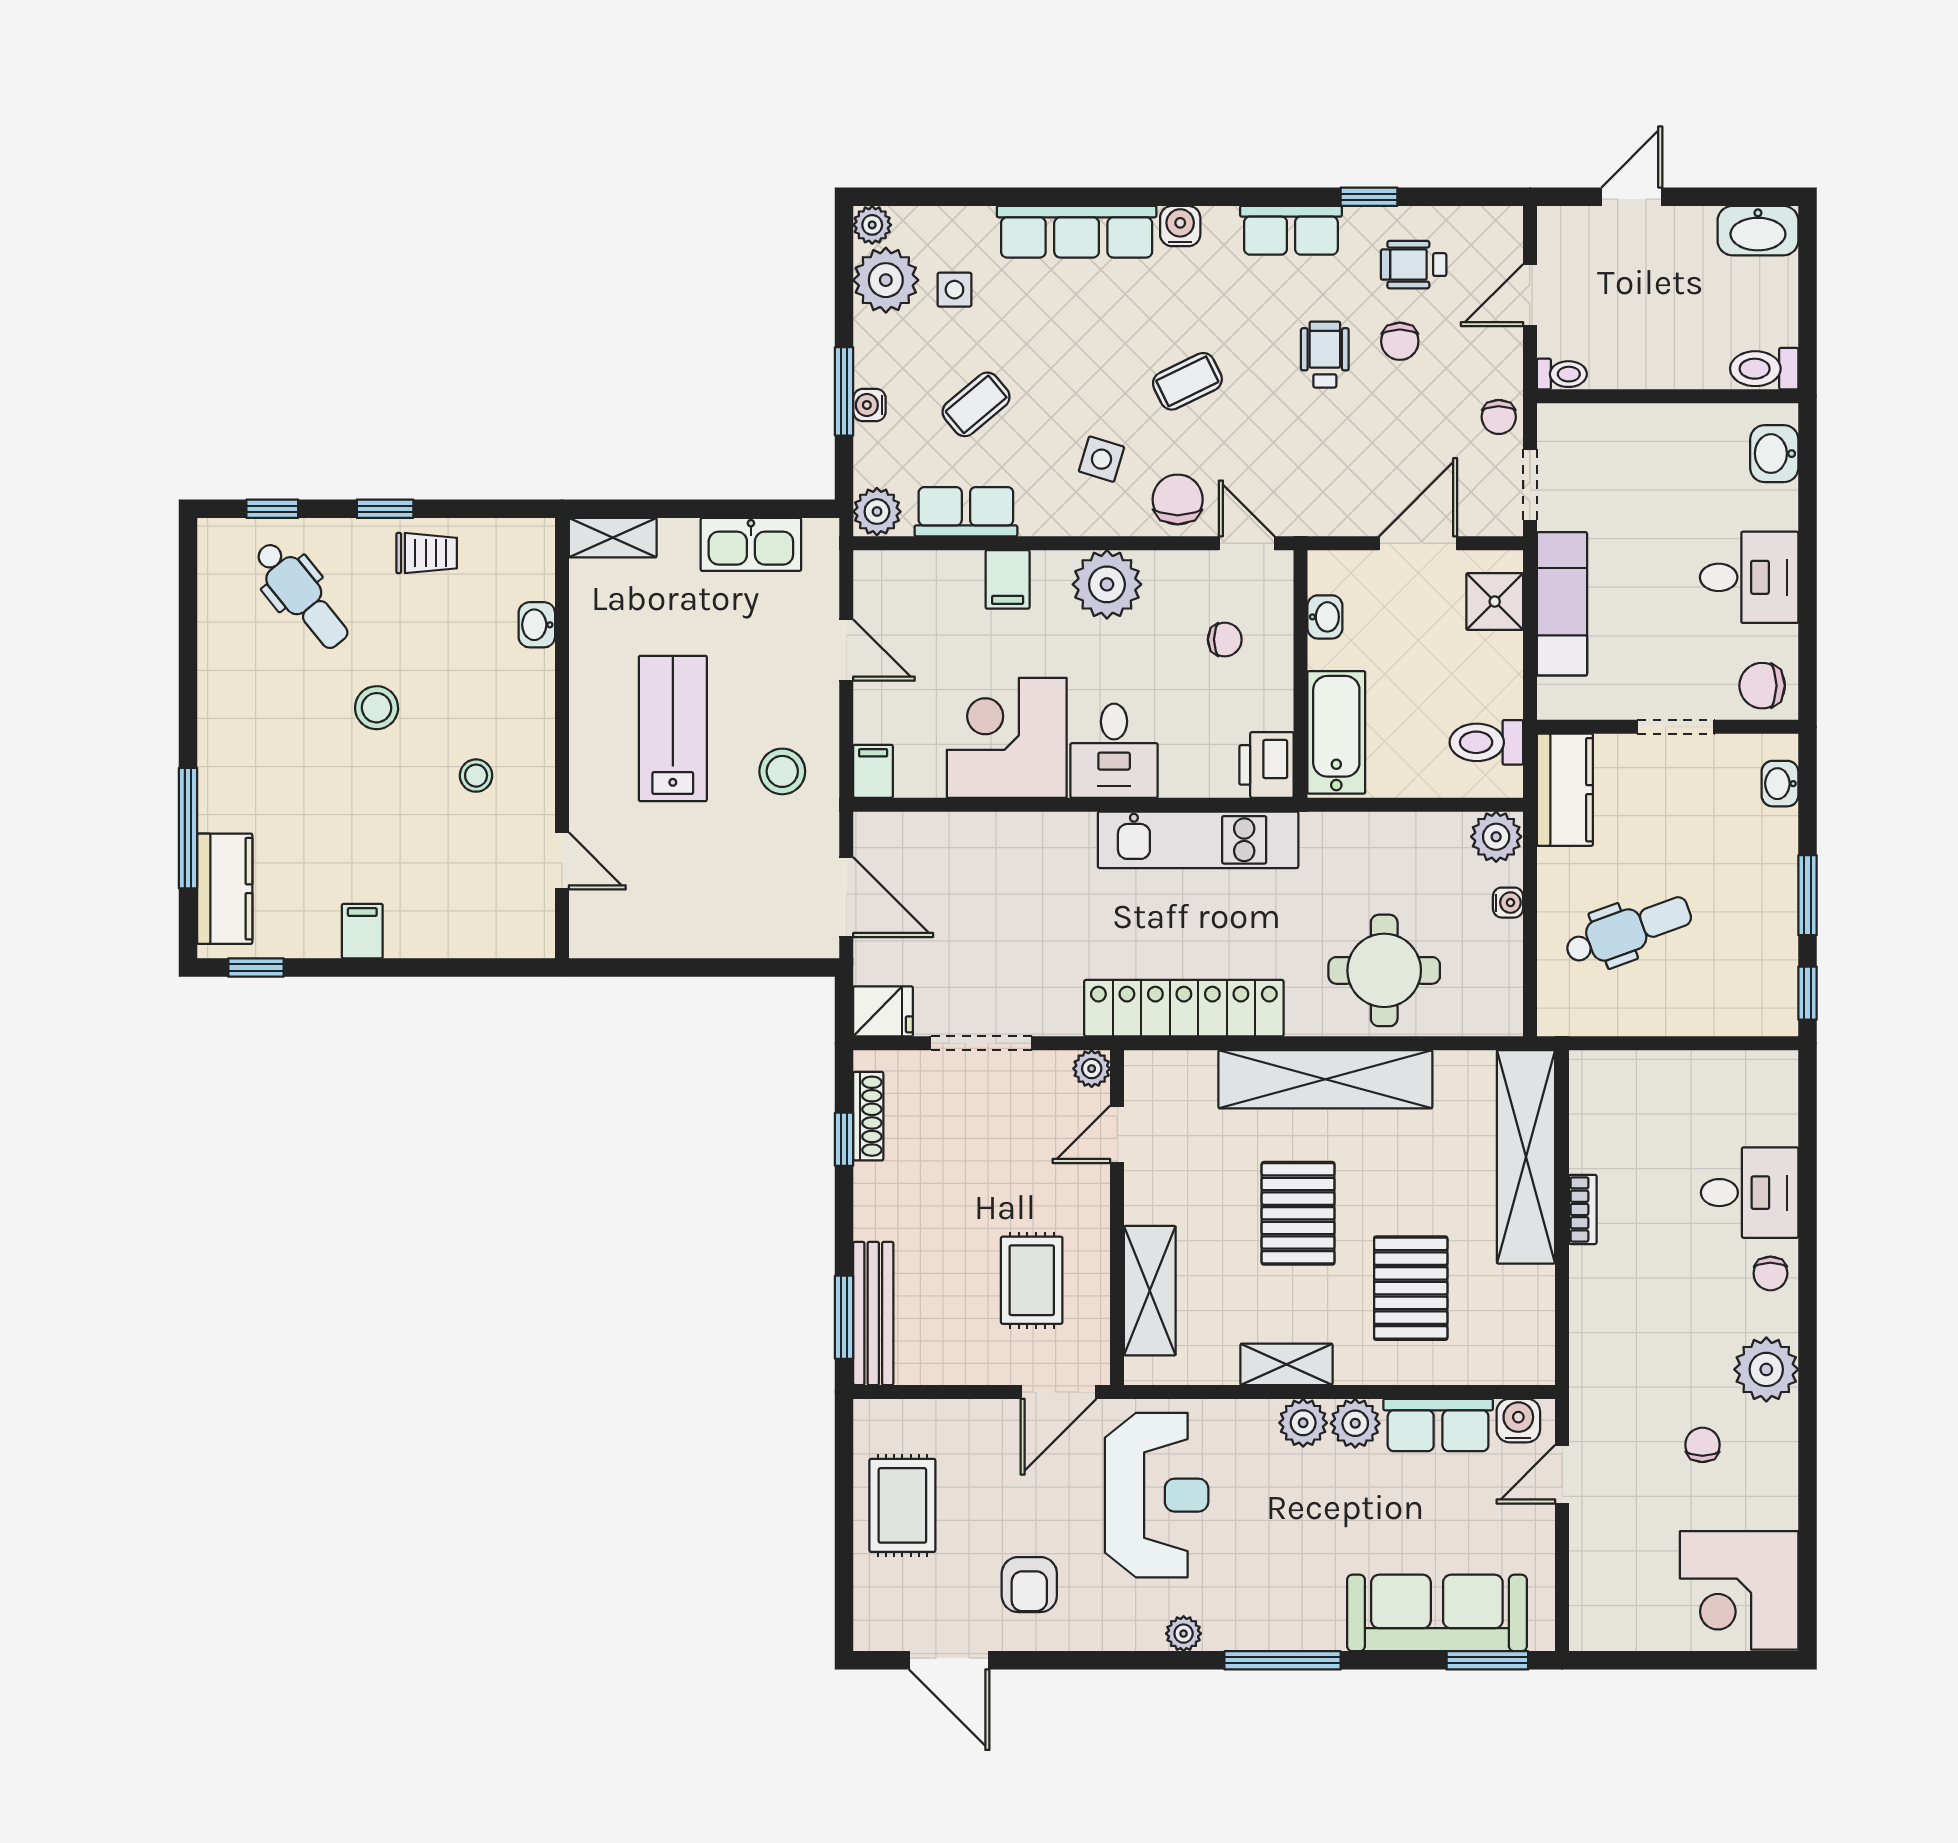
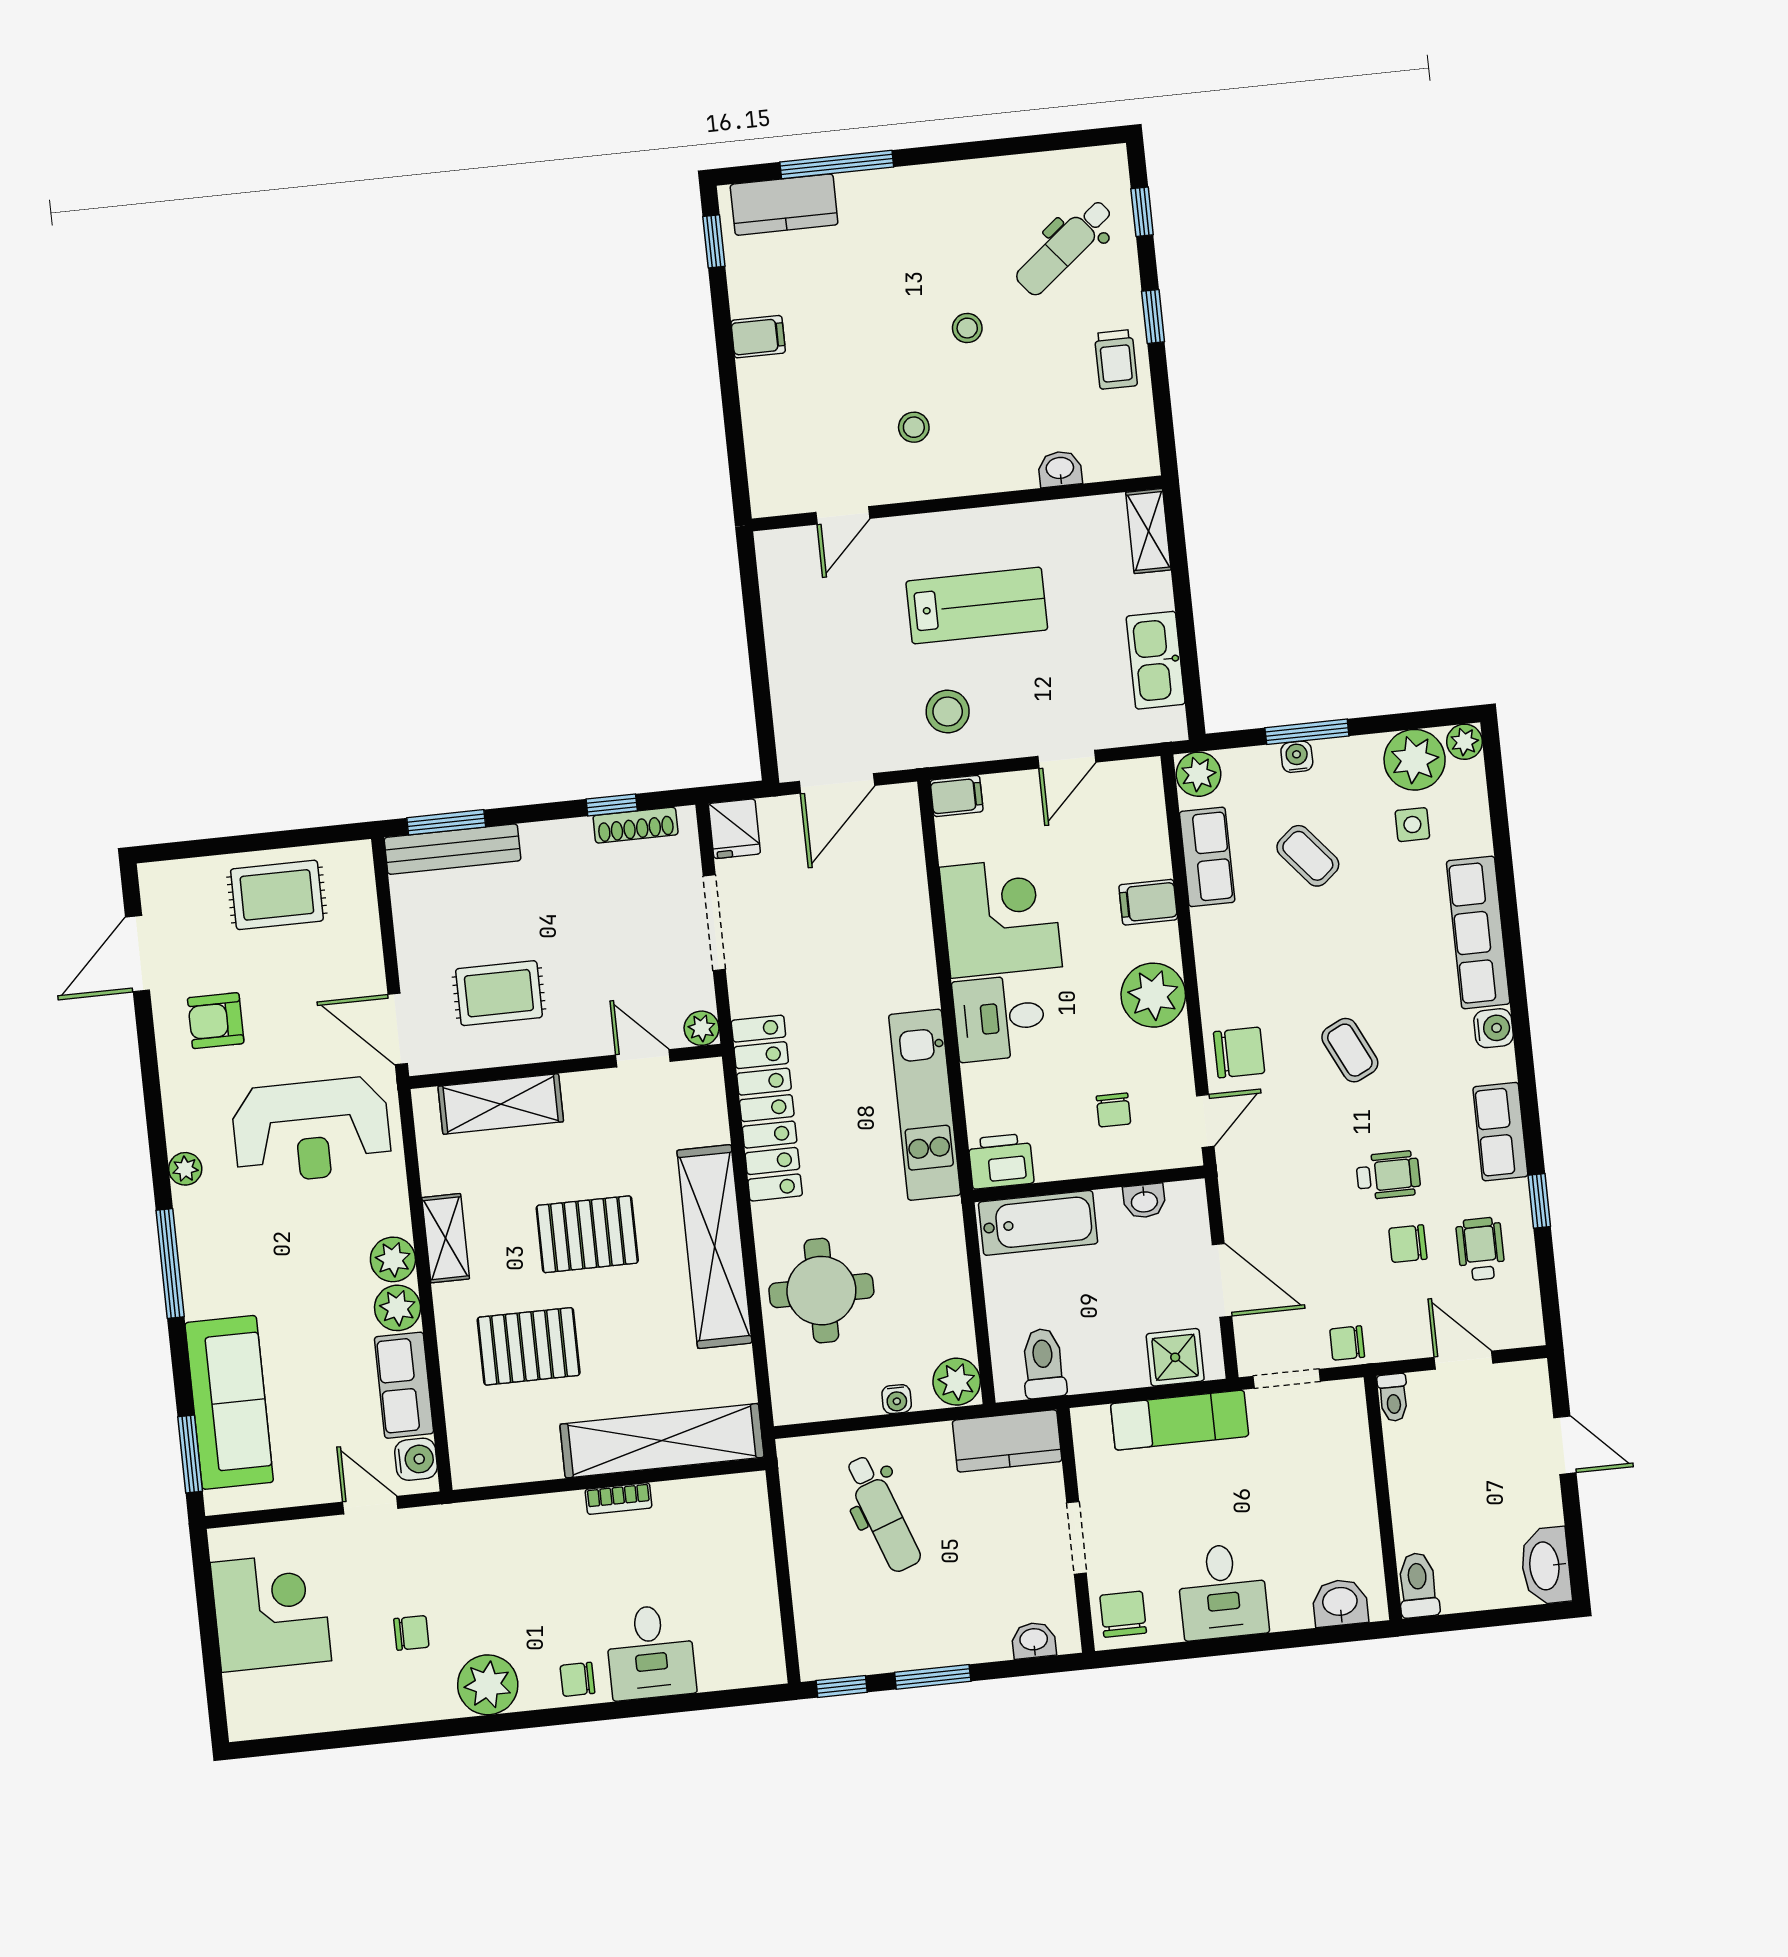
side table: (1102, 459) -> (1269, 978), removed
stool: (377, 708) -> (967, 328), width x0.73, depth x0.73
corner desk: (1739, 1590) -> (271, 1612), moved, turned 90

